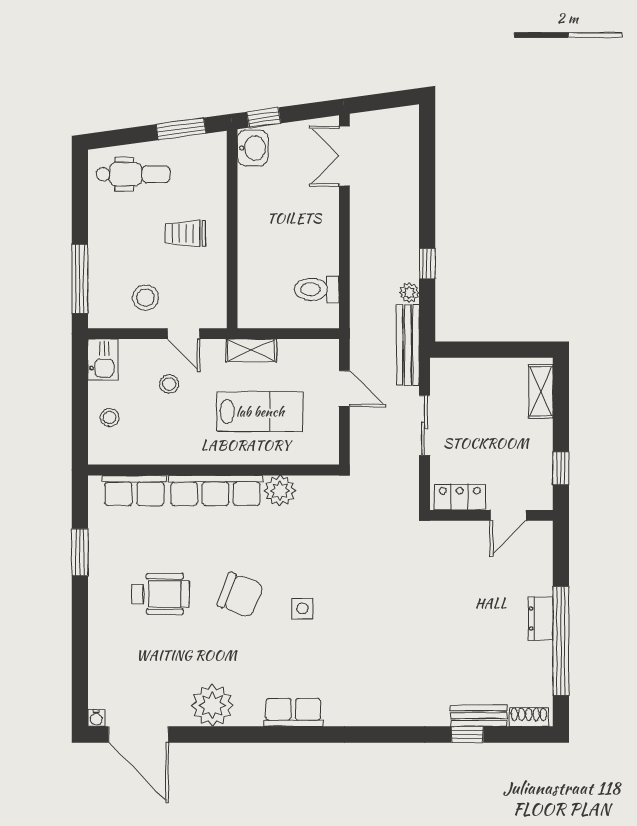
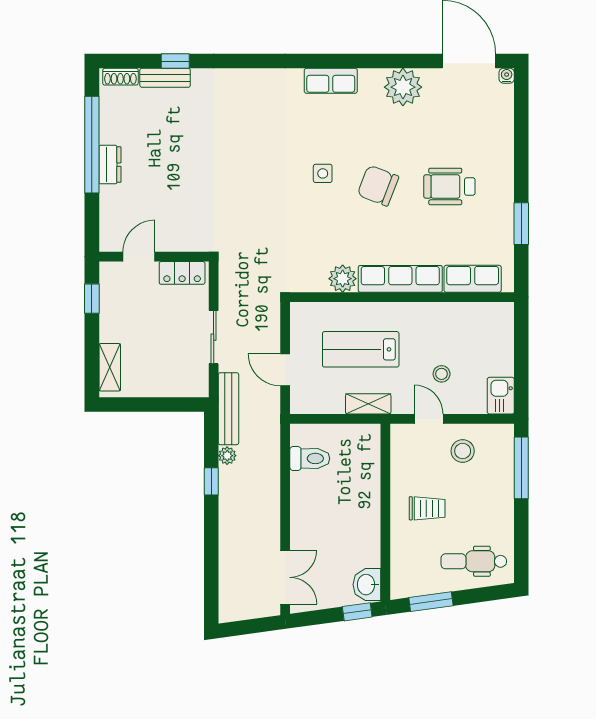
stool: (110, 418) -> (495, 344), removed

